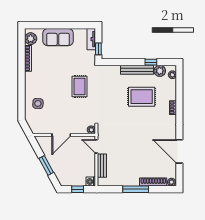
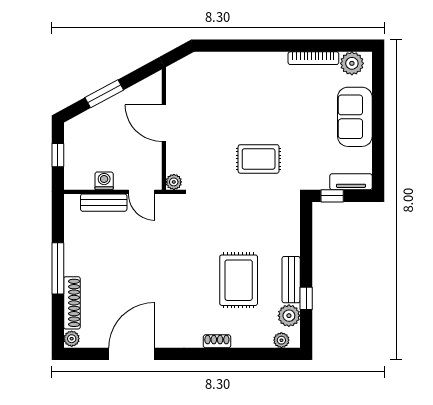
bench: (137, 70) -> (291, 280), width x0.73
side table: (38, 103) -> (225, 78), removed
door: (96, 146) -> (142, 192), swing flipped
washing machine: (91, 182) -> (104, 181), moved

